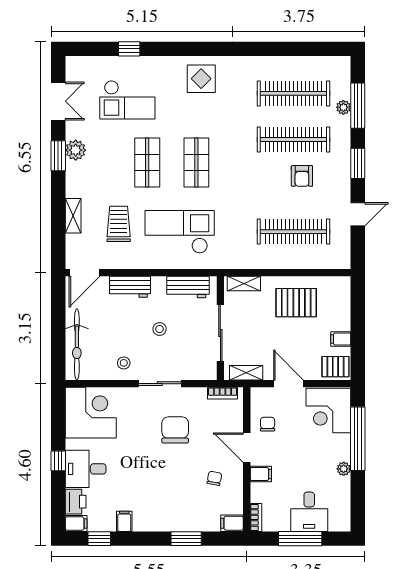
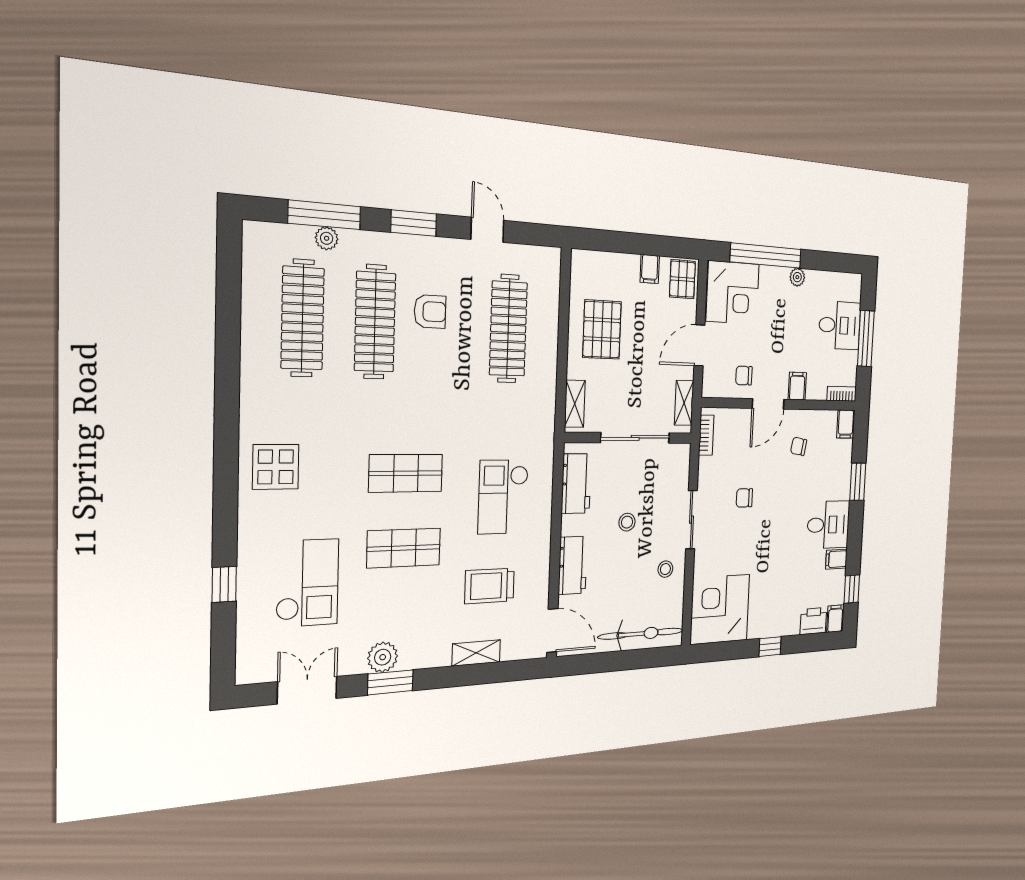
checkout: (180, 232) -> (503, 497), width x0.73, depth x0.83
chair: (175, 430) -> (744, 498), width x0.54, depth x0.54
desk: (86, 469) -> (828, 525), moved, turned -90

